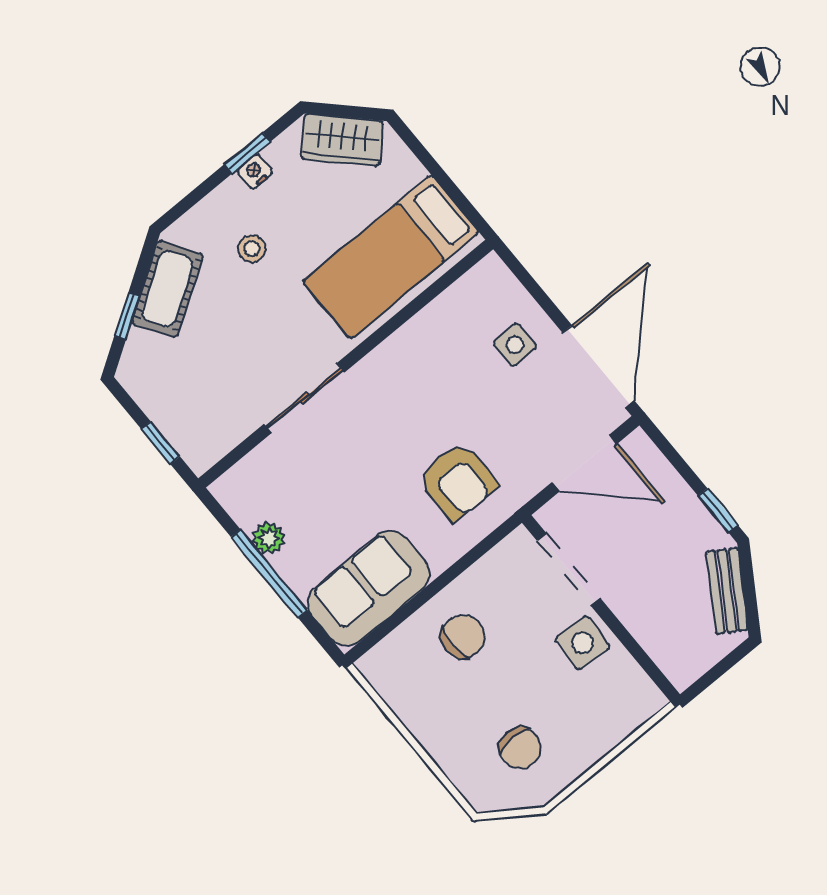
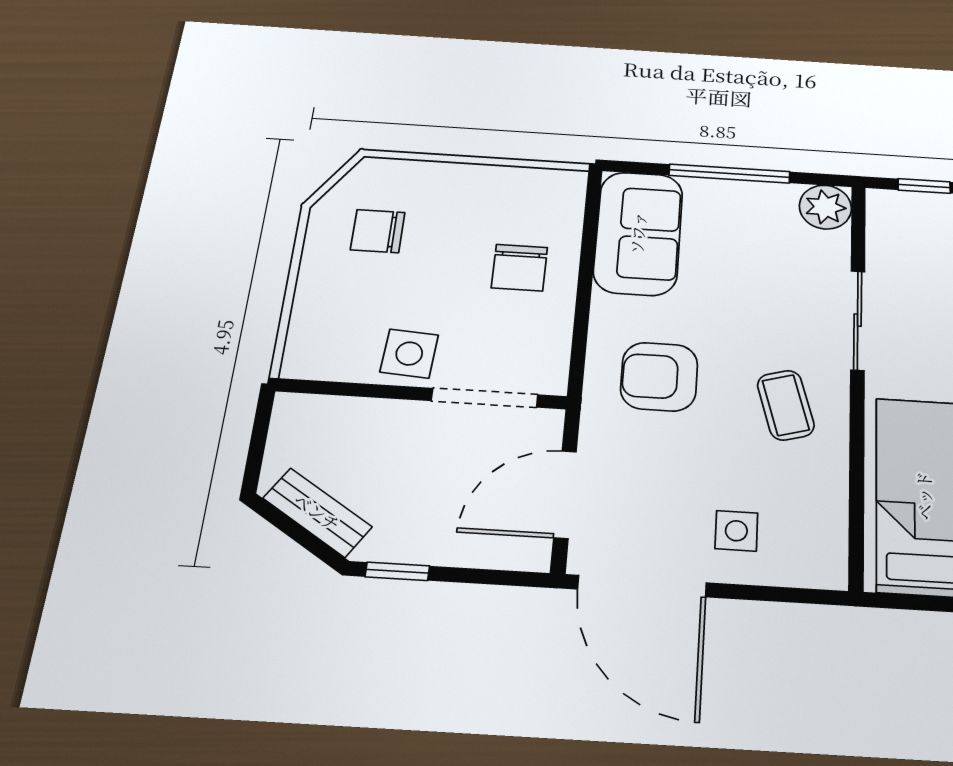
coffee table: (406, 389) -> (786, 405), added
plant: (269, 538) -> (825, 207), moved, width x1.38, depth x1.38

